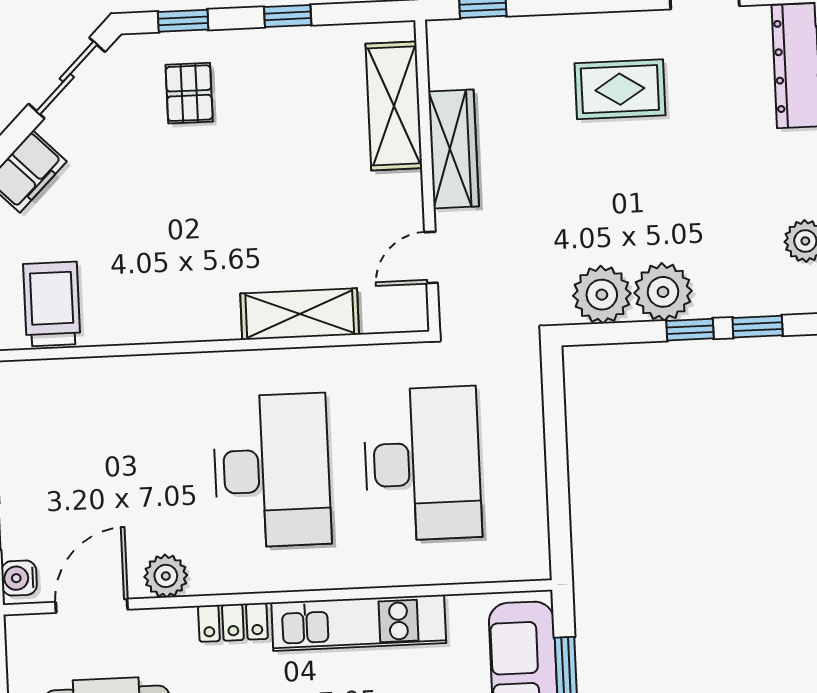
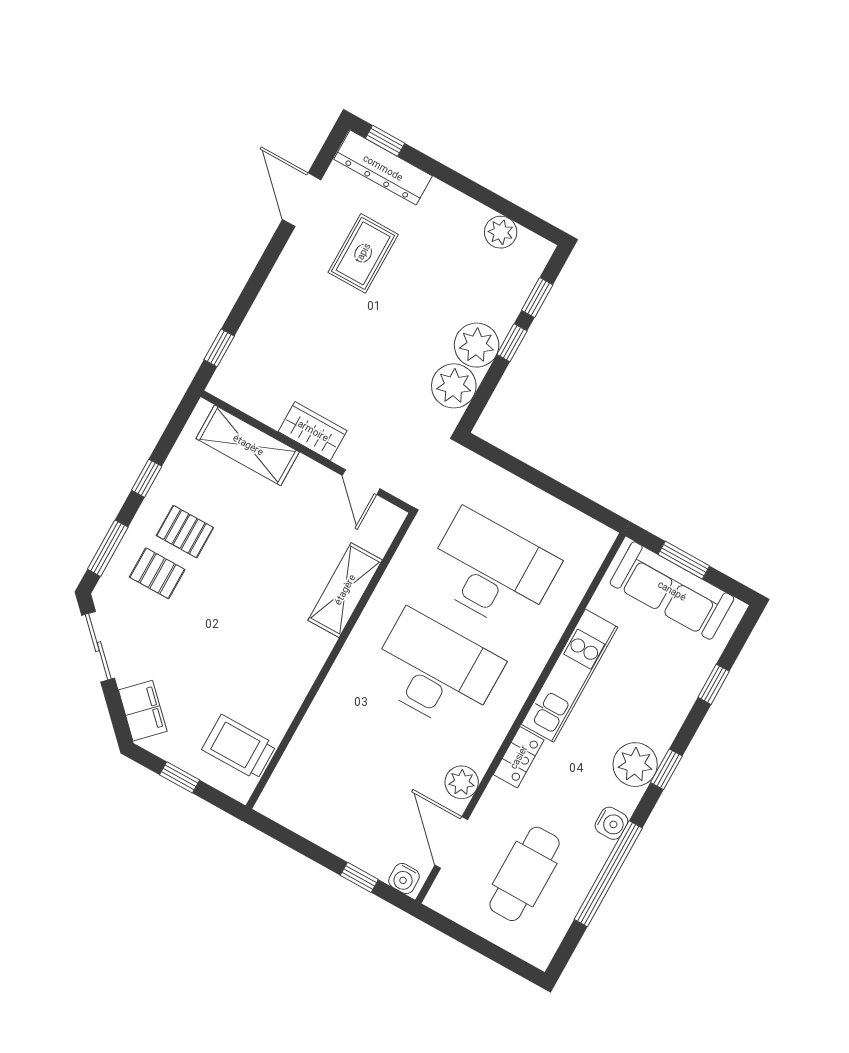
window: (183, 21) -> (108, 548), width x1.50
rug: (620, 89) -> (363, 253), moved
pallet: (255, 95) -> (185, 532), added
wardrobe: (453, 149) -> (313, 431), width x0.67

